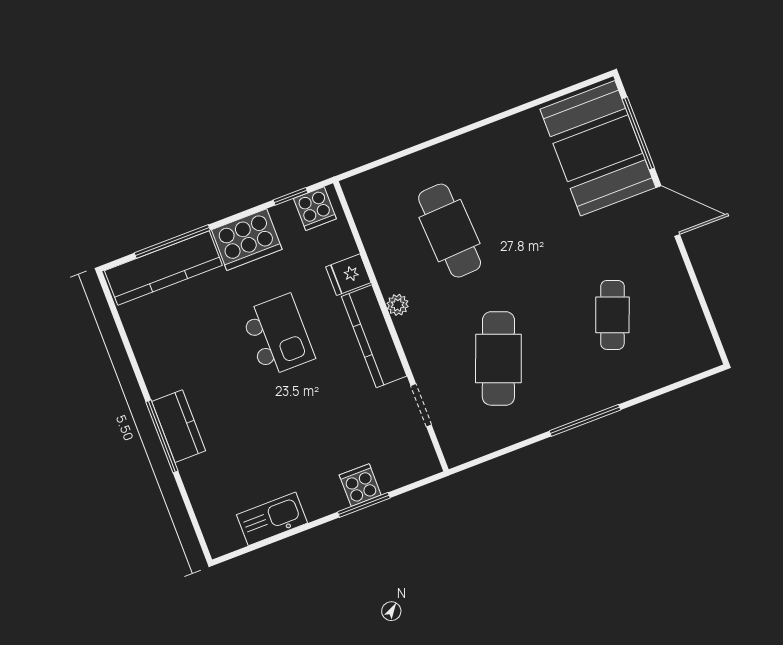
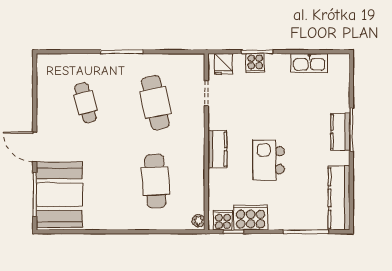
cooker: (247, 240) -> (251, 218), moved
kitchen counter: (163, 268) -> (339, 198), moved, turned -90
fridge: (348, 275) -> (223, 64), moved, turned 90
plant: (398, 305) -> (198, 221), moved
cafe table: (612, 315) -> (86, 103), turned -36
kitchen counter: (374, 336) -> (217, 149), width x0.67
cafe table: (498, 358) -> (155, 103), turned -33

